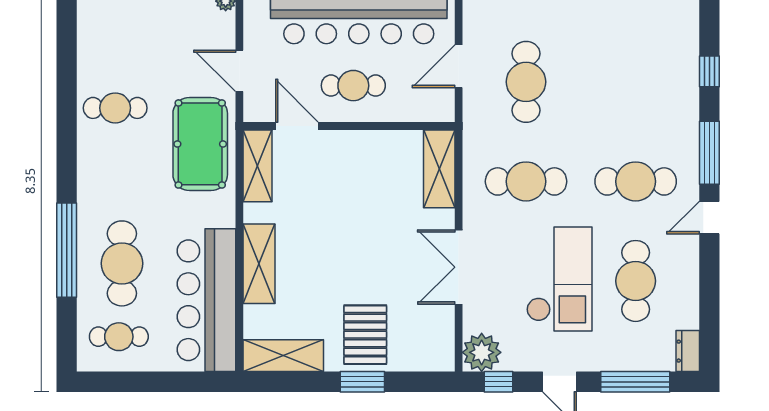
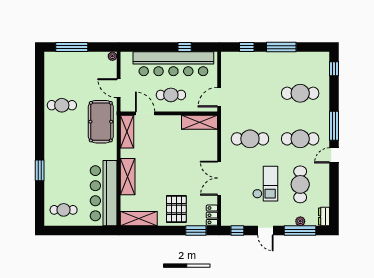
door: (459, 66) -> (219, 97), moved
window: (709, 71) -> (334, 69), moved
cafe table: (526, 82) -> (300, 93), moved, turned 90
shelving: (439, 169) -> (199, 122), moved, turned 90
window: (67, 250) -> (40, 170), width x0.47
cafe table: (122, 263) -> (65, 176), removed
checkout: (559, 279) -> (265, 184), width x0.73, depth x0.83
locker: (443, 348) -> (212, 215), added
plant: (482, 352) -> (300, 221), moved, width x0.53, depth x0.53
window: (362, 382) -> (196, 231), moved

